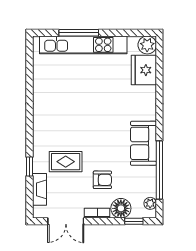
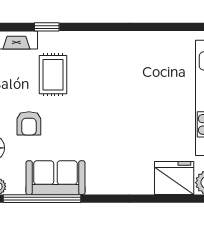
sofa: (143, 143) -> (55, 178), moved

